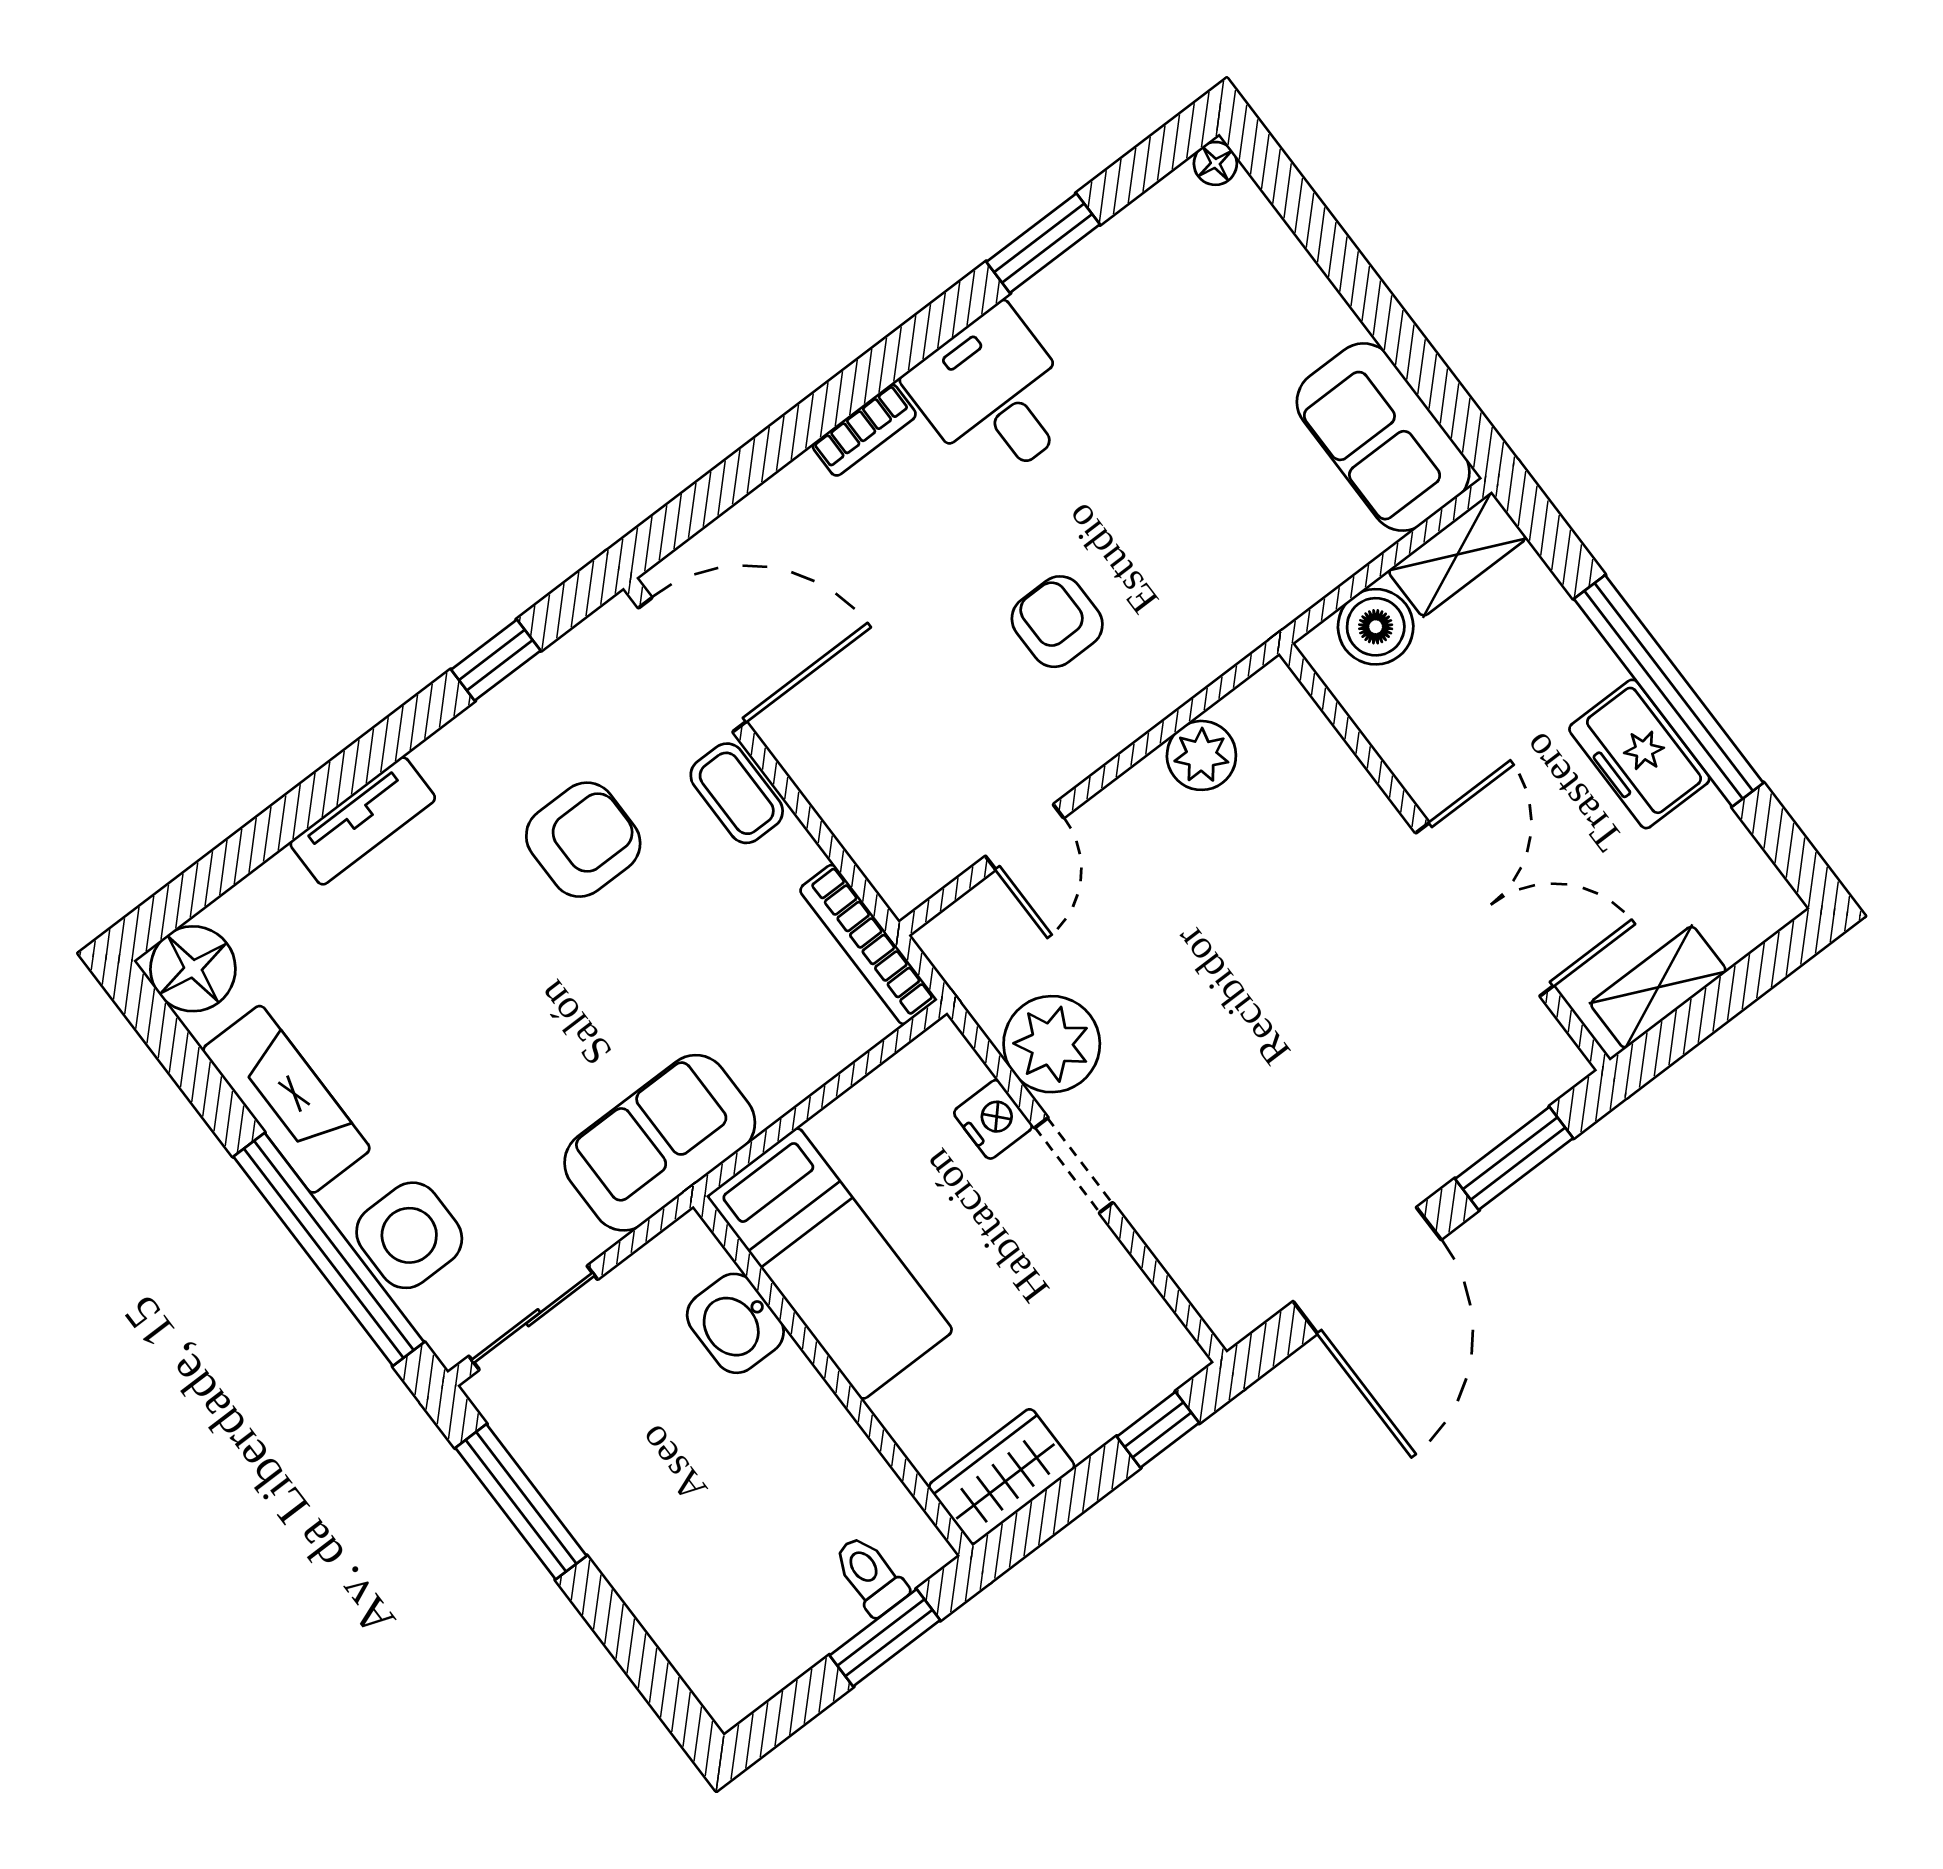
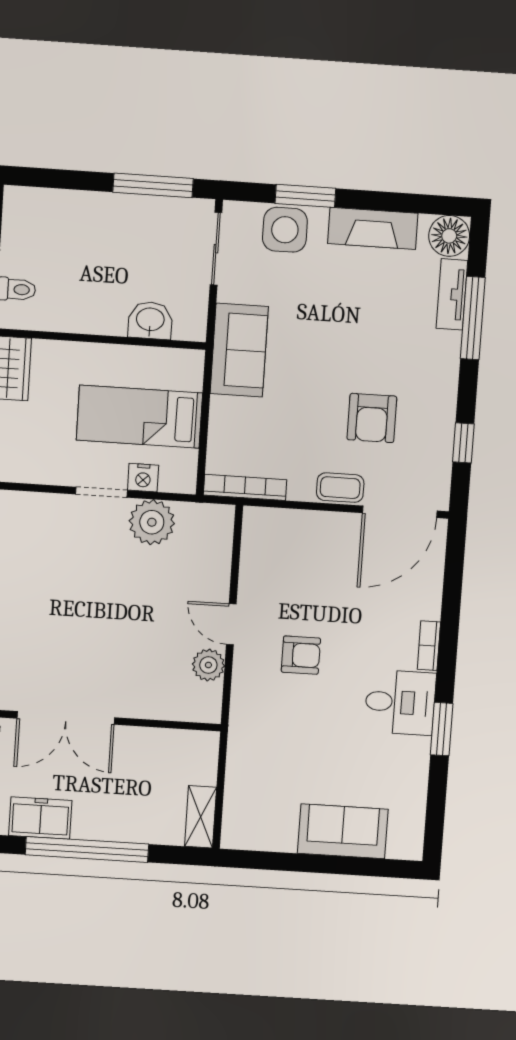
floor lamp: (1215, 163) -> (413, 851), removed
window: (1043, 243) -> (442, 729), moved
sofa: (1383, 437) -> (343, 831), moved
boiler: (1376, 627) -> (200, 766), removed
freezer: (1639, 754) -> (40, 818), moved
window: (288, 818) -> (473, 318), added
tv unit: (363, 821) -> (452, 294), moved
door: (1025, 837) -> (231, 624), moved
window: (329, 1249) -> (305, 196), width x0.47
bed: (830, 1263) -> (139, 417), moved

